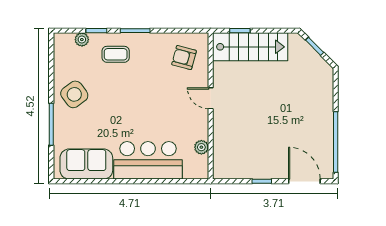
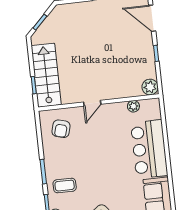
coffee table: (116, 54) -> (65, 186), turned 90
plant: (222, 170) -> (150, 87), added
door: (304, 181) -> (152, 18), hinge flipped

